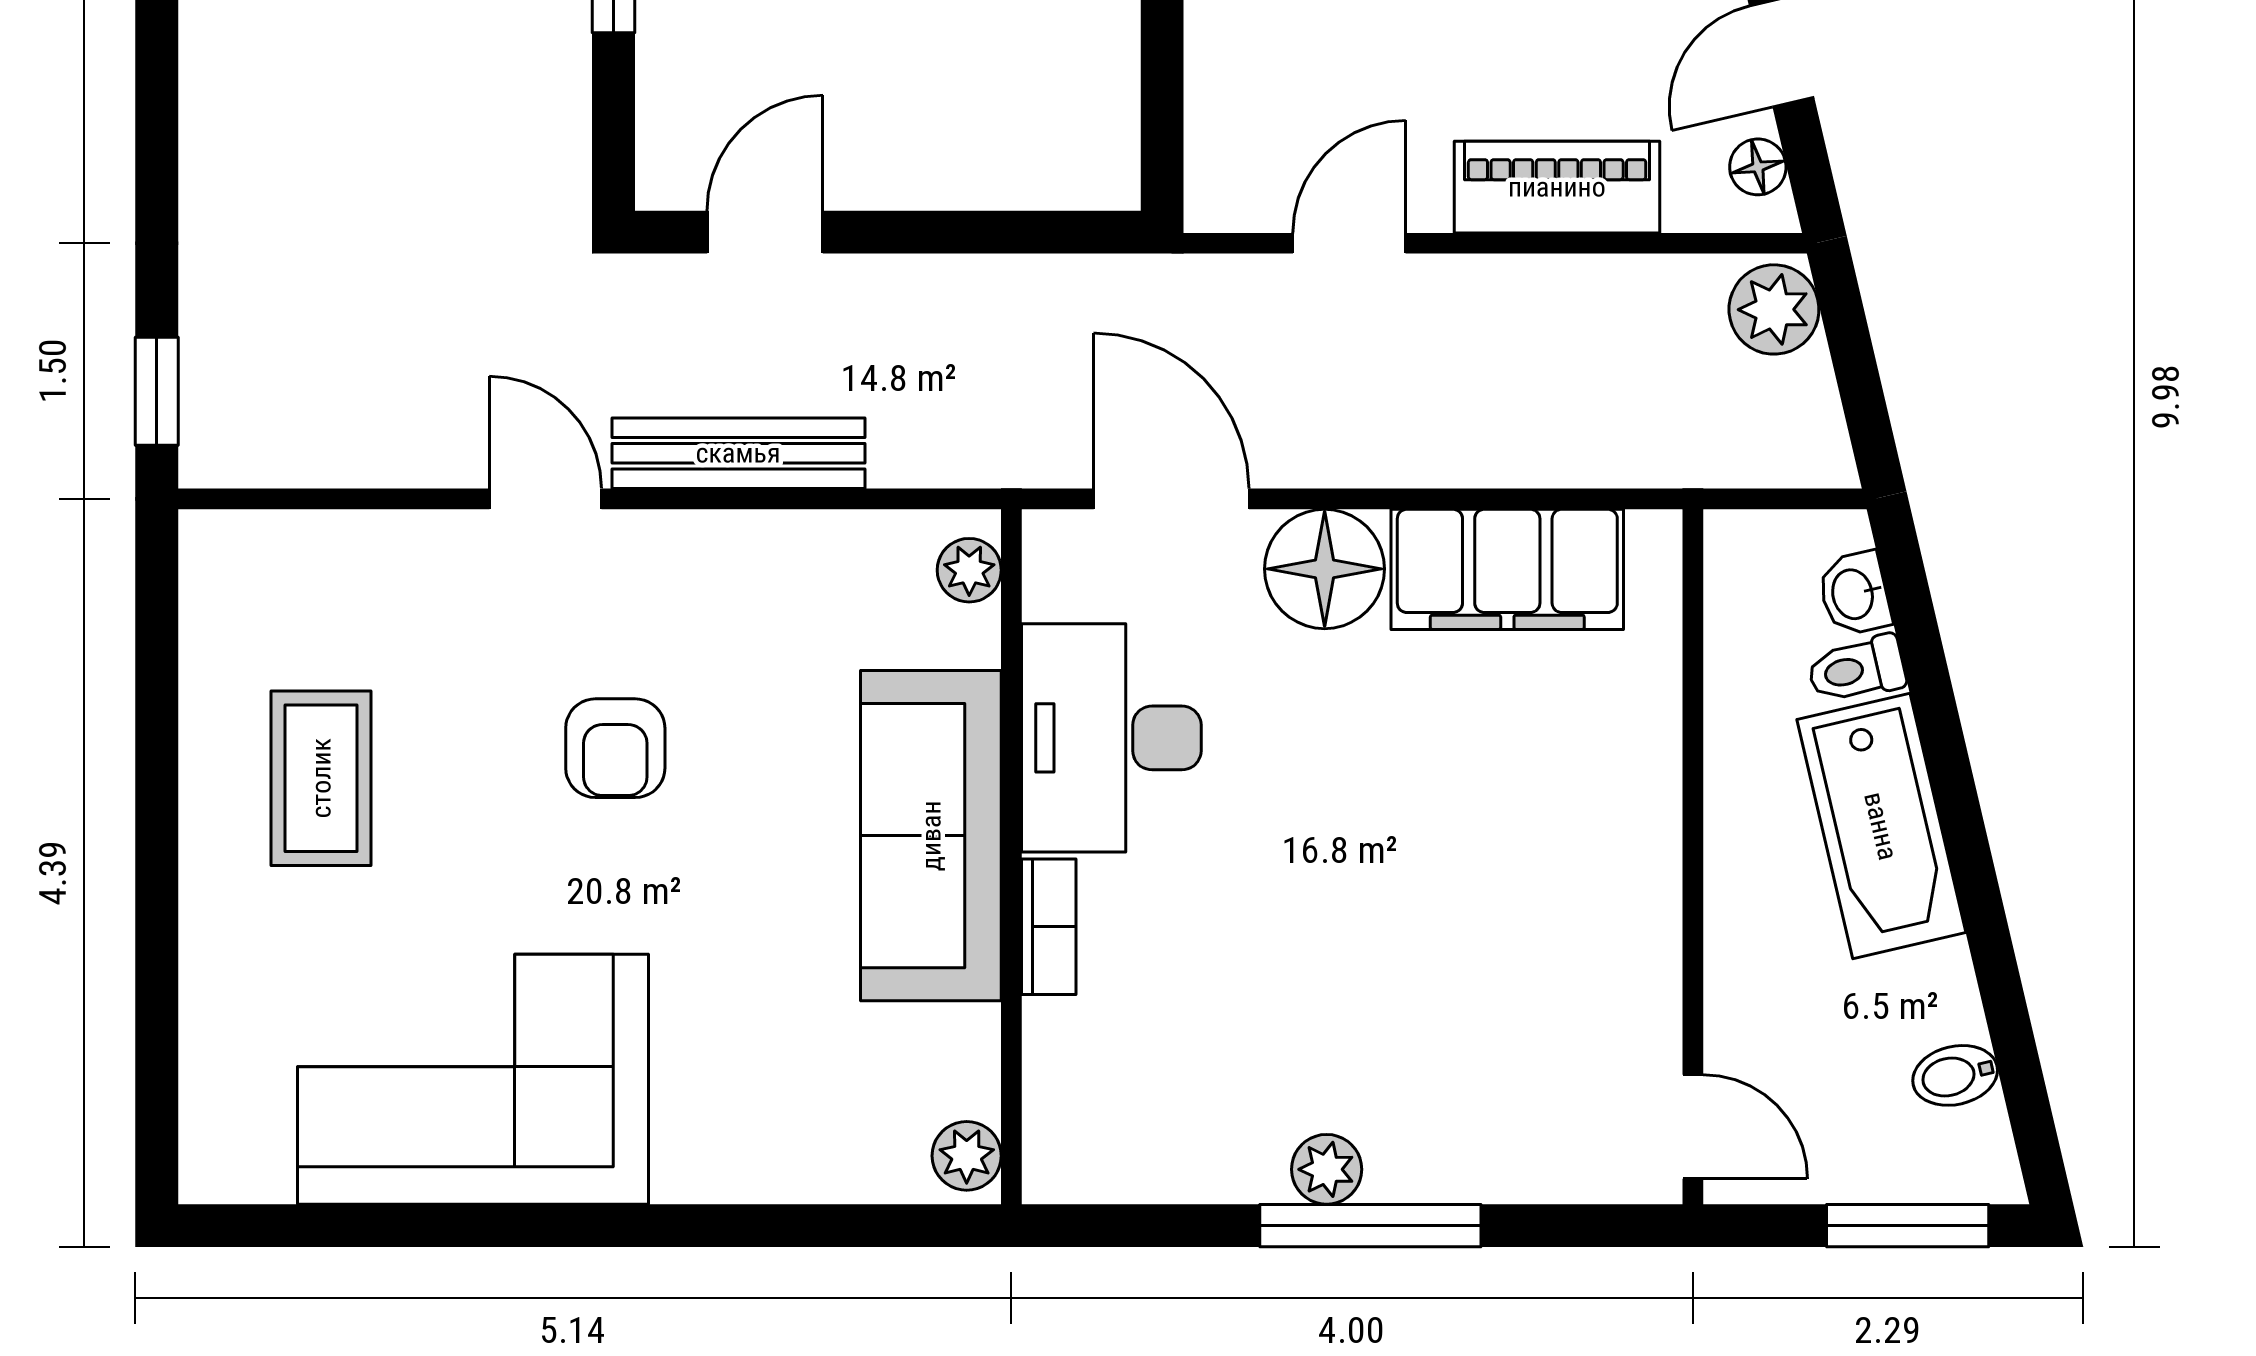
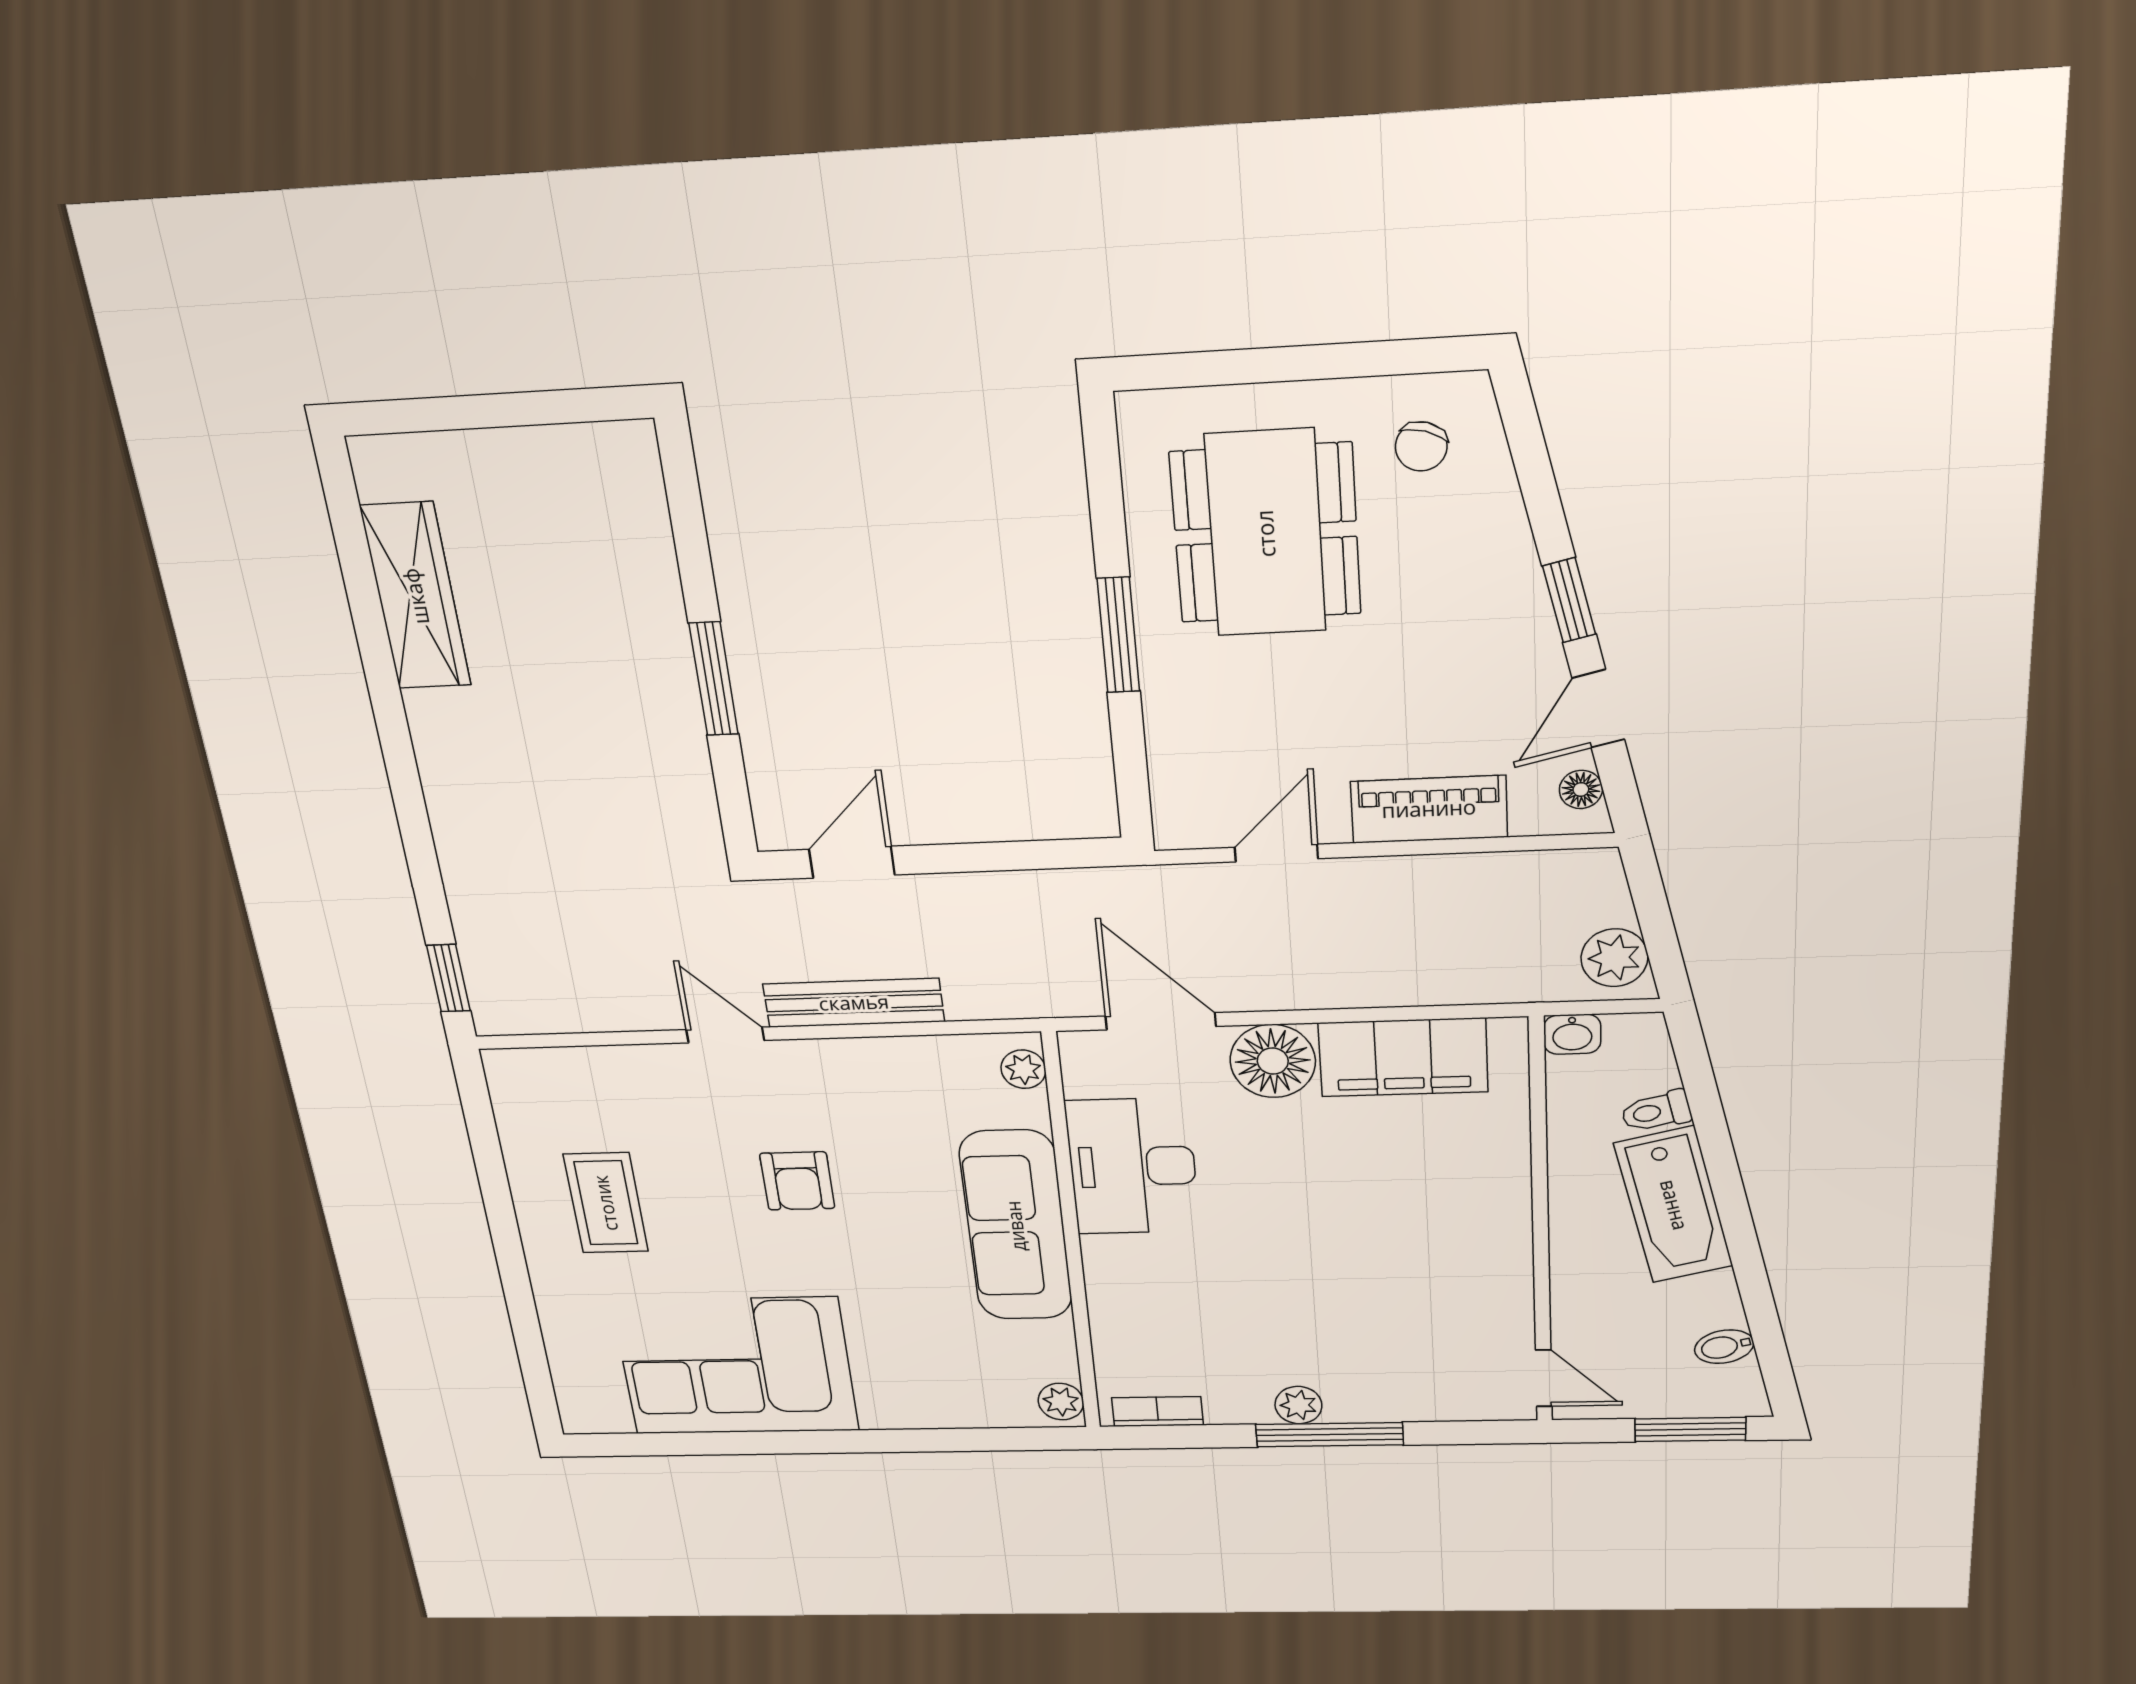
plant: (1774, 309) -> (1614, 958), moved
washbasin: (1854, 594) -> (1572, 1034), moved, turned -77
bookcase: (1049, 927) -> (1157, 1411), moved, turned -90

